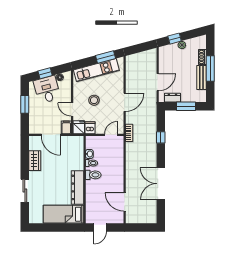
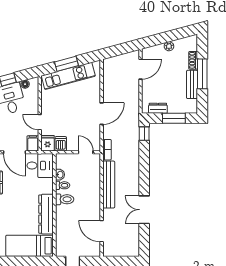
window: (175, 39) -> (160, 39), removed
window: (106, 57) -> (67, 64), moved
door: (158, 82) -> (140, 69), moved
stool: (94, 100) -> (65, 111), removed
door: (111, 135) -> (86, 152), hinge flipped
window: (161, 137) -> (144, 134), moved
desk: (72, 146) -> (40, 166), added
bench: (131, 162) -> (109, 185), added
double door: (161, 184) -> (144, 210), width x0.73

